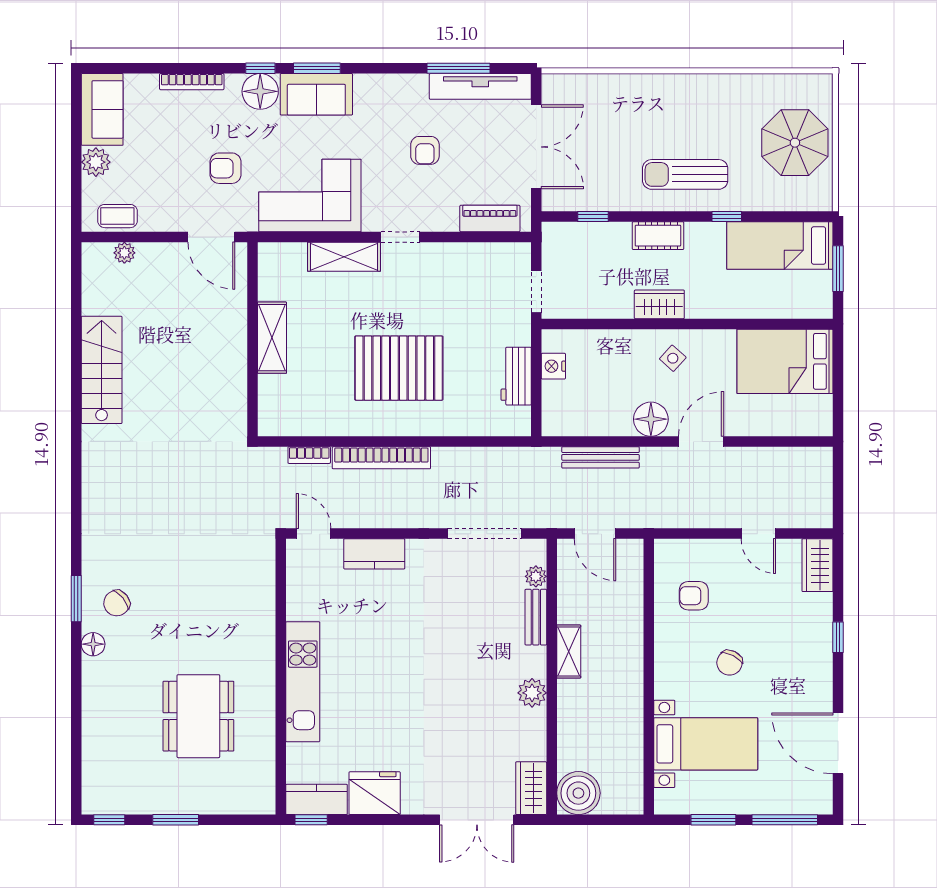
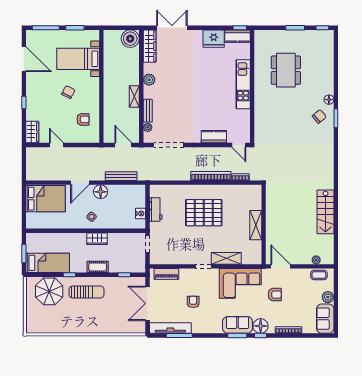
parasol: (795, 143) -> (49, 291), moved
bed: (785, 361) -> (46, 199), moved
wardrobe: (531, 788) -> (150, 46), width x1.50

